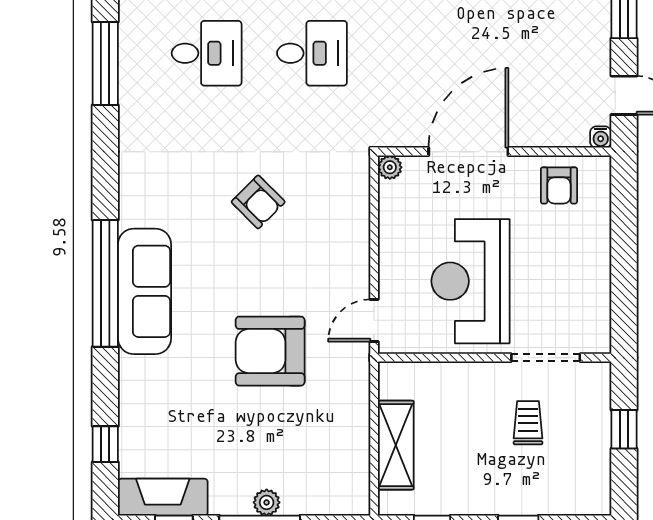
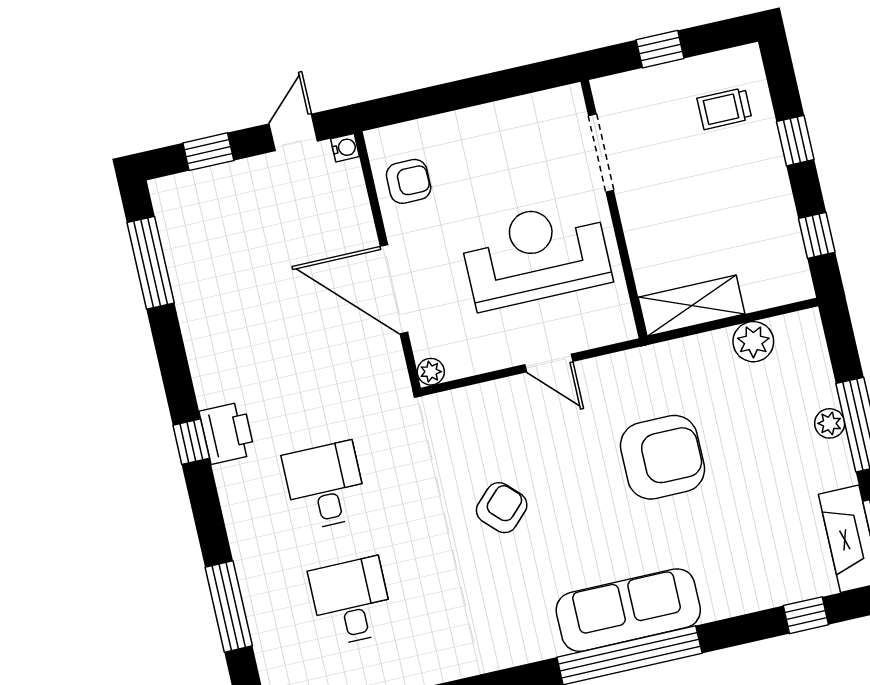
reception desk: (470, 281) -> (536, 255), turned 180
door: (374, 320) -> (549, 363), moved
armchair: (270, 351) -> (662, 457), turned -90
trolley: (528, 423) -> (724, 109), moved
shelving: (396, 445) -> (692, 306), moved
plant: (352, 452) -> (753, 342), added

